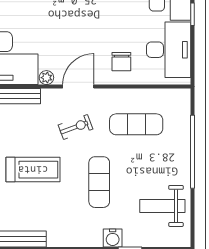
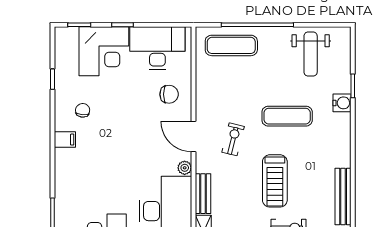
exercise mat: (136, 124) -> (231, 45), moved, turned 90
exercise bike: (75, 127) -> (233, 139), turned 34
treadmill: (33, 170) -> (275, 181), turned 180

